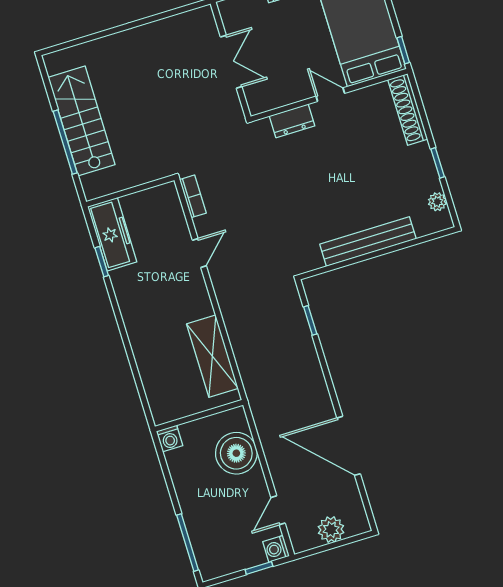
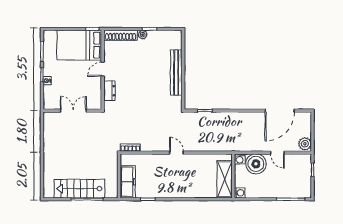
plant: (437, 202) -> (143, 35), moved
freezer: (112, 234) -> (128, 182), moved, turned 90
door: (199, 253) -> (176, 153), moved
shelving: (212, 356) -> (225, 179), moved, turned 90
door: (349, 446) -> (280, 111), moved
door: (278, 510) -> (277, 153), moved
plant: (331, 530) -> (305, 144), moved
washing machine: (276, 549) -> (240, 159), moved

